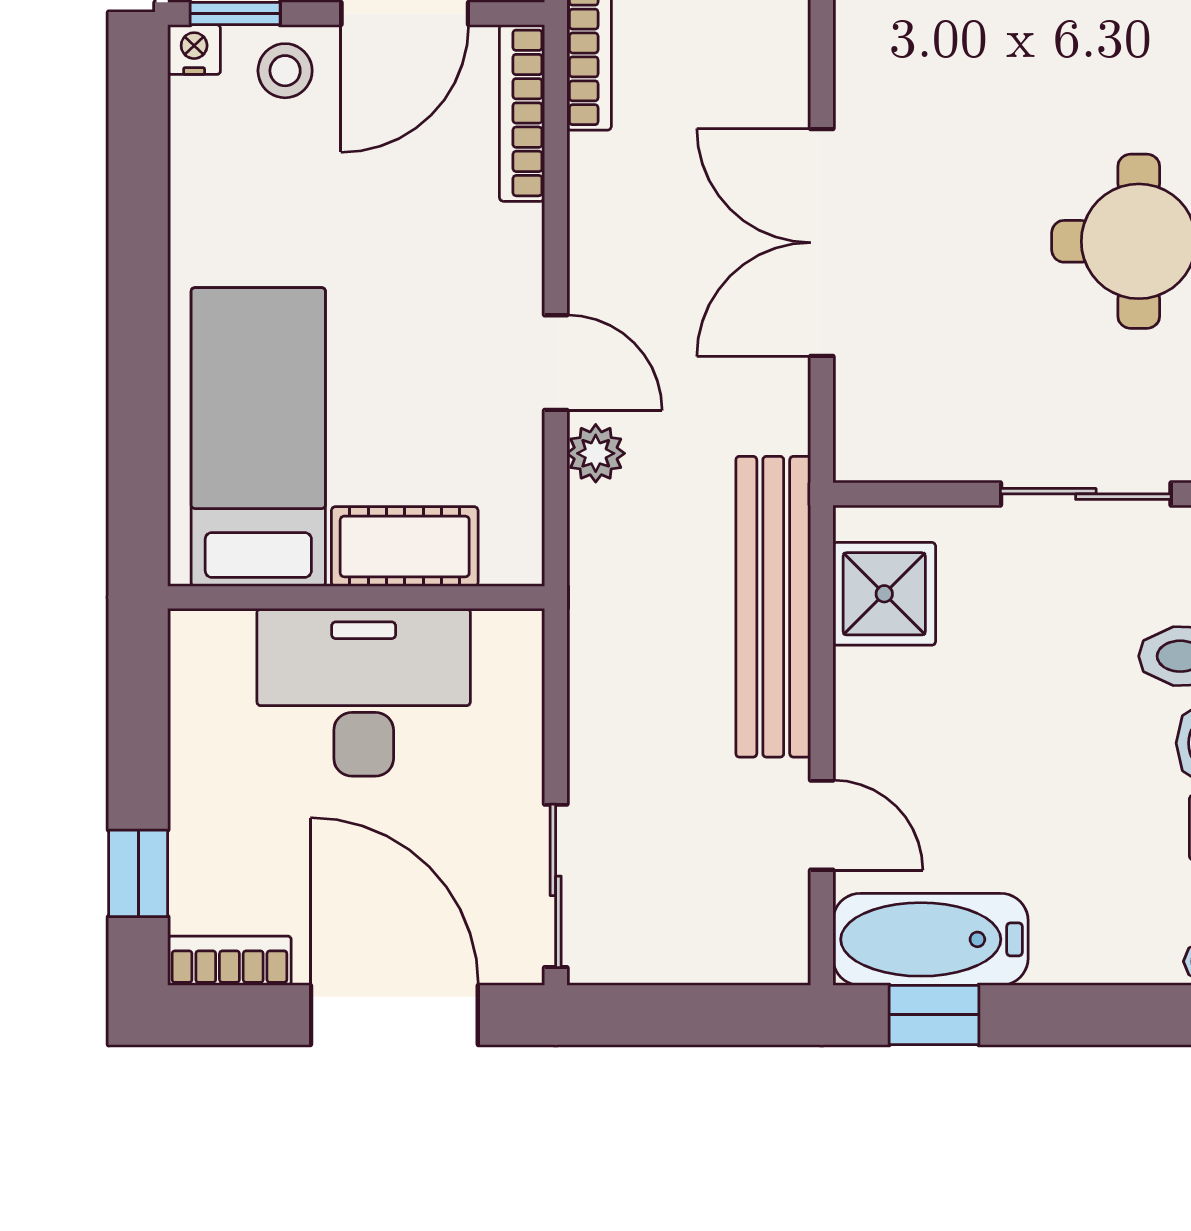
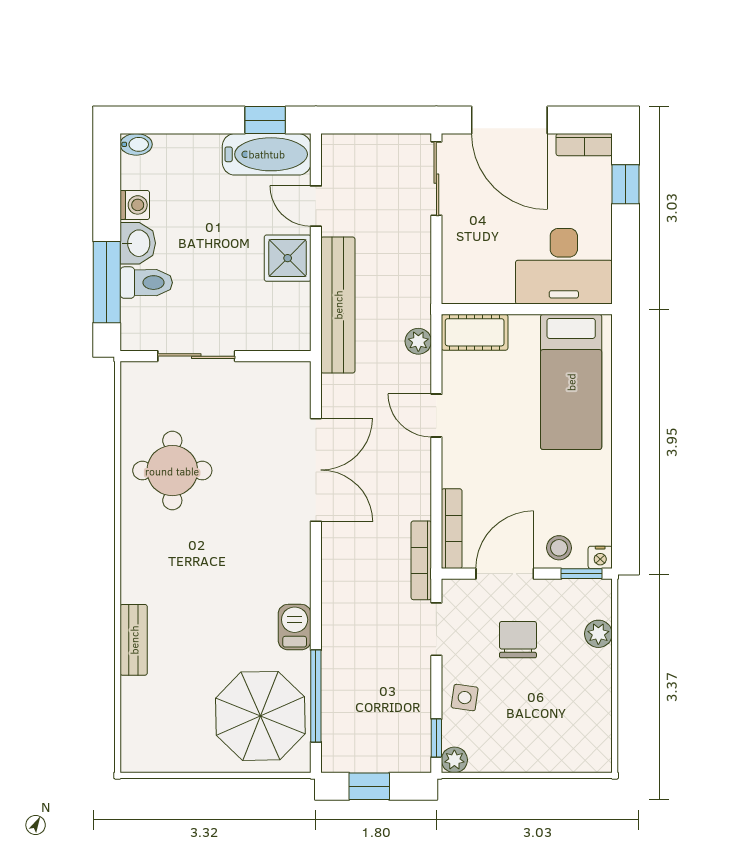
plant: (596, 453) -> (418, 341), moved
cot: (405, 546) -> (475, 332), moved
shower: (884, 594) -> (288, 258), moved
desk: (364, 692) -> (564, 266), moved

